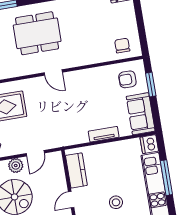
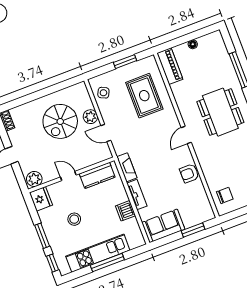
armchair: (127, 79) -> (189, 173), moved, turned -90
fireplace: (74, 139) -> (127, 167), added
dishwasher: (149, 144) -> (125, 211), moved, turned -90

